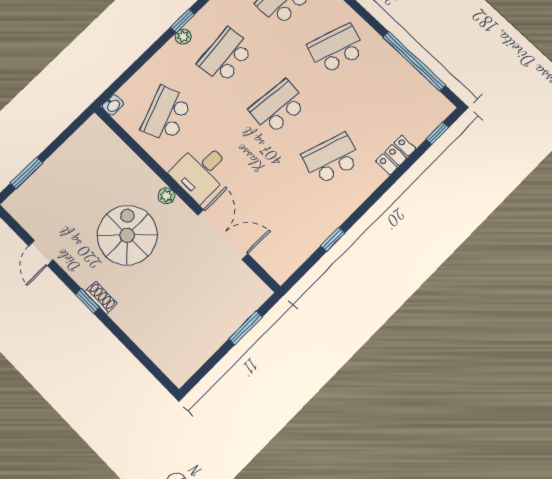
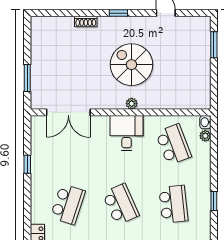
plant: (183, 37) -> (205, 136), moved
school desk: (278, 107) -> (121, 204), turned -30
double door: (223, 234) -> (68, 112), moved
spiral stairs: (127, 235) -> (131, 65), turned 180
shoe rack: (101, 298) -> (86, 21), moved

